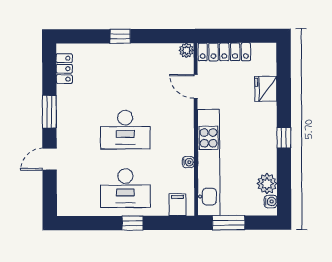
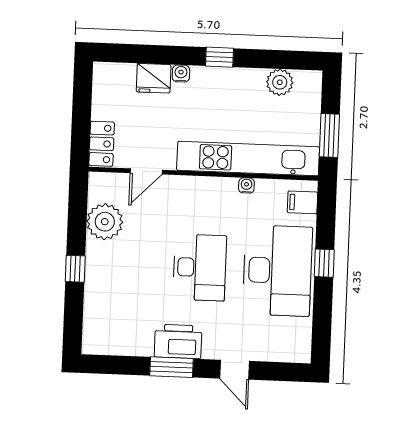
plant: (186, 50) -> (105, 222), moved, width x1.88, depth x1.88
locker: (224, 52) -> (102, 144), width x0.66
locker: (64, 69) -> (115, 345), removed
printer: (69, 116) -> (178, 341), added
desk: (125, 188) -> (277, 271), width x1.36, depth x1.30
water cooler: (271, 201) -> (181, 73), moved

